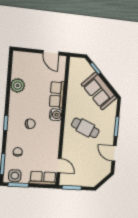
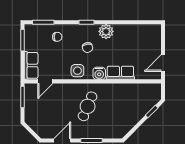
plant: (18, 85) -> (106, 31), moved
sofa: (99, 91) -> (128, 118), removed
side table: (15, 176) -> (77, 71), moved

